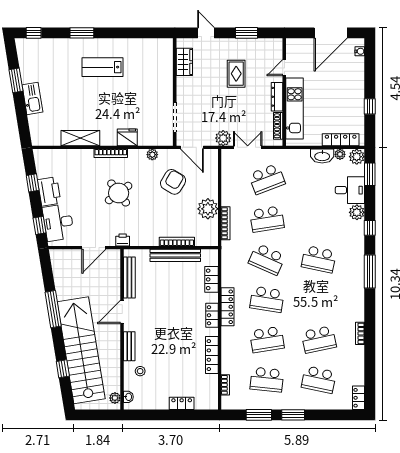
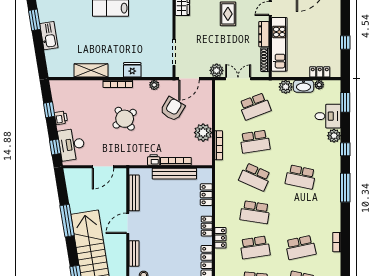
locker: (341, 140) -> (320, 72), width x0.66
door: (192, 147) -> (189, 79), hinge flipped
plant: (357, 157) -> (286, 87), moved
printer: (49, 191) -> (61, 118), width x0.53, depth x0.68
printer: (123, 240) -> (154, 160), moved
locker: (228, 307) -> (220, 238), moved, width x0.66

